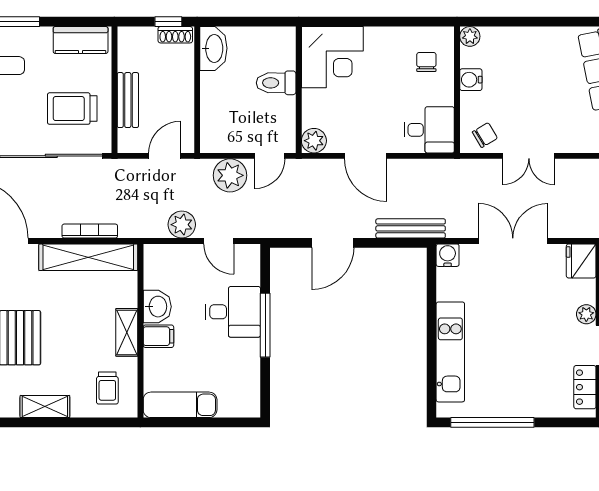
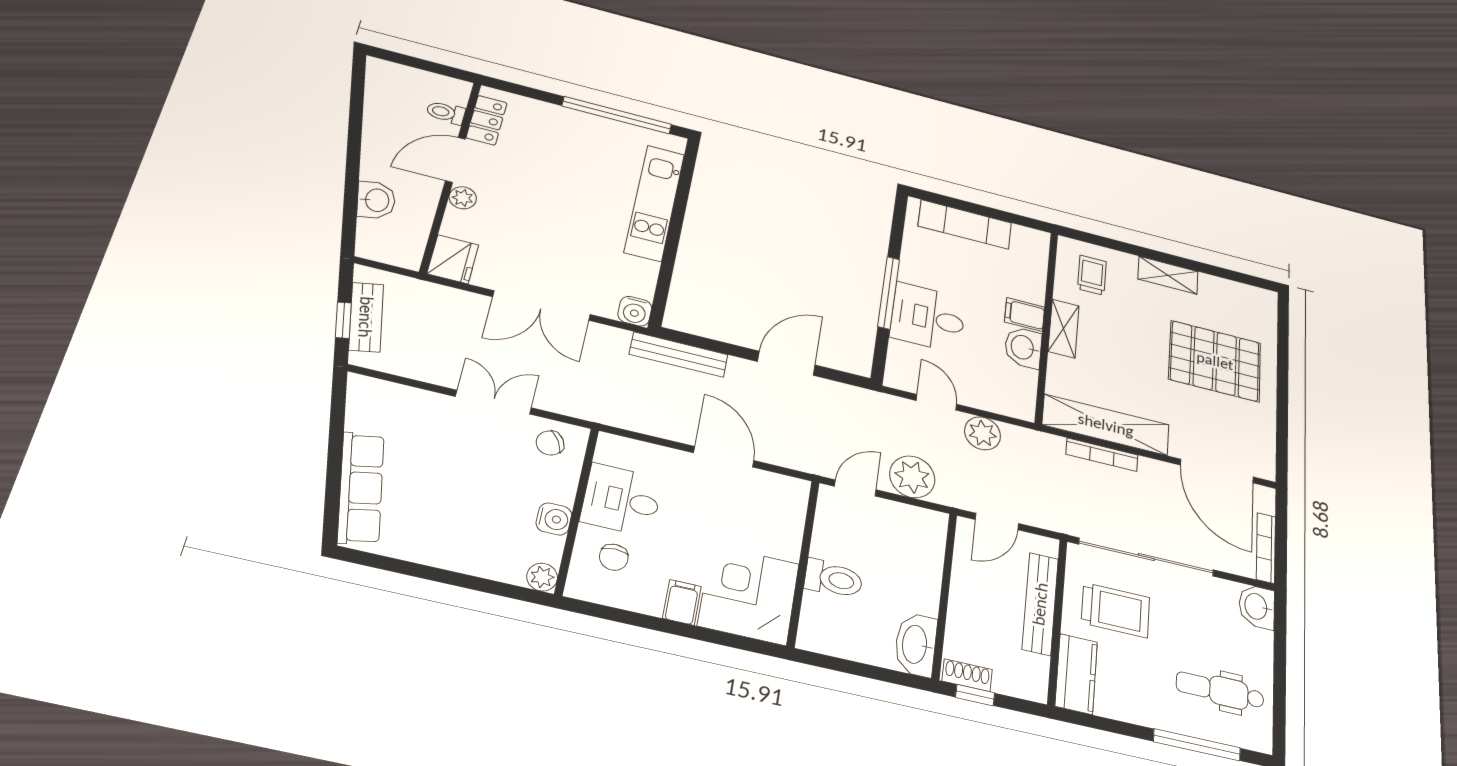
kitchen counter: (81, 40) -> (1076, 674), moved, turned 90
filing cabinet: (376, 41) -> (682, 602), added
bench: (128, 100) -> (1040, 604), width x1.36
desk: (429, 130) -> (622, 500), moved
plant: (314, 141) -> (792, 493), removed
exam couch: (180, 405) -> (965, 224), moved

